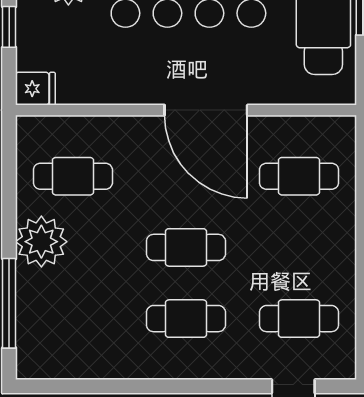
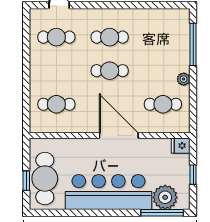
door: (206, 110) -> (119, 135), moved
plant: (41, 242) -> (184, 79), width x0.53, depth x0.53

